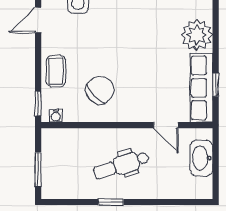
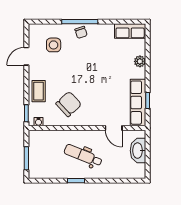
plant: (197, 35) -> (140, 61), width x0.53, depth x0.53
dental chair: (121, 165) -> (83, 155), turned 40

